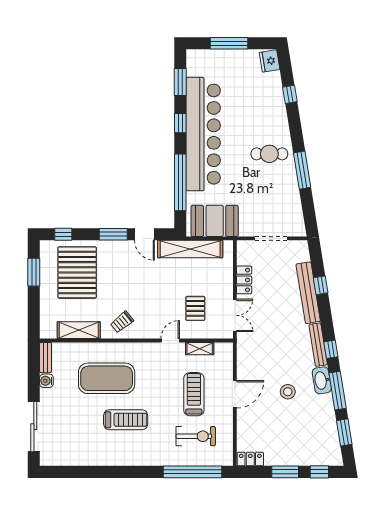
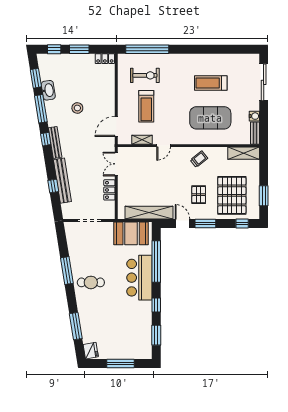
window: (290, 94) -> (76, 326), width x2.17
bar counter: (203, 134) -> (139, 278), width x0.54
pallet: (195, 308) -> (199, 195), moved
shelving: (79, 330) -> (244, 153), moved
washbasin: (322, 380) -> (48, 90), moved
door: (235, 394) -> (116, 126), moved
treadmill: (126, 420) -> (211, 83), moved
exercise bike: (196, 436) -> (145, 75), turned 180

